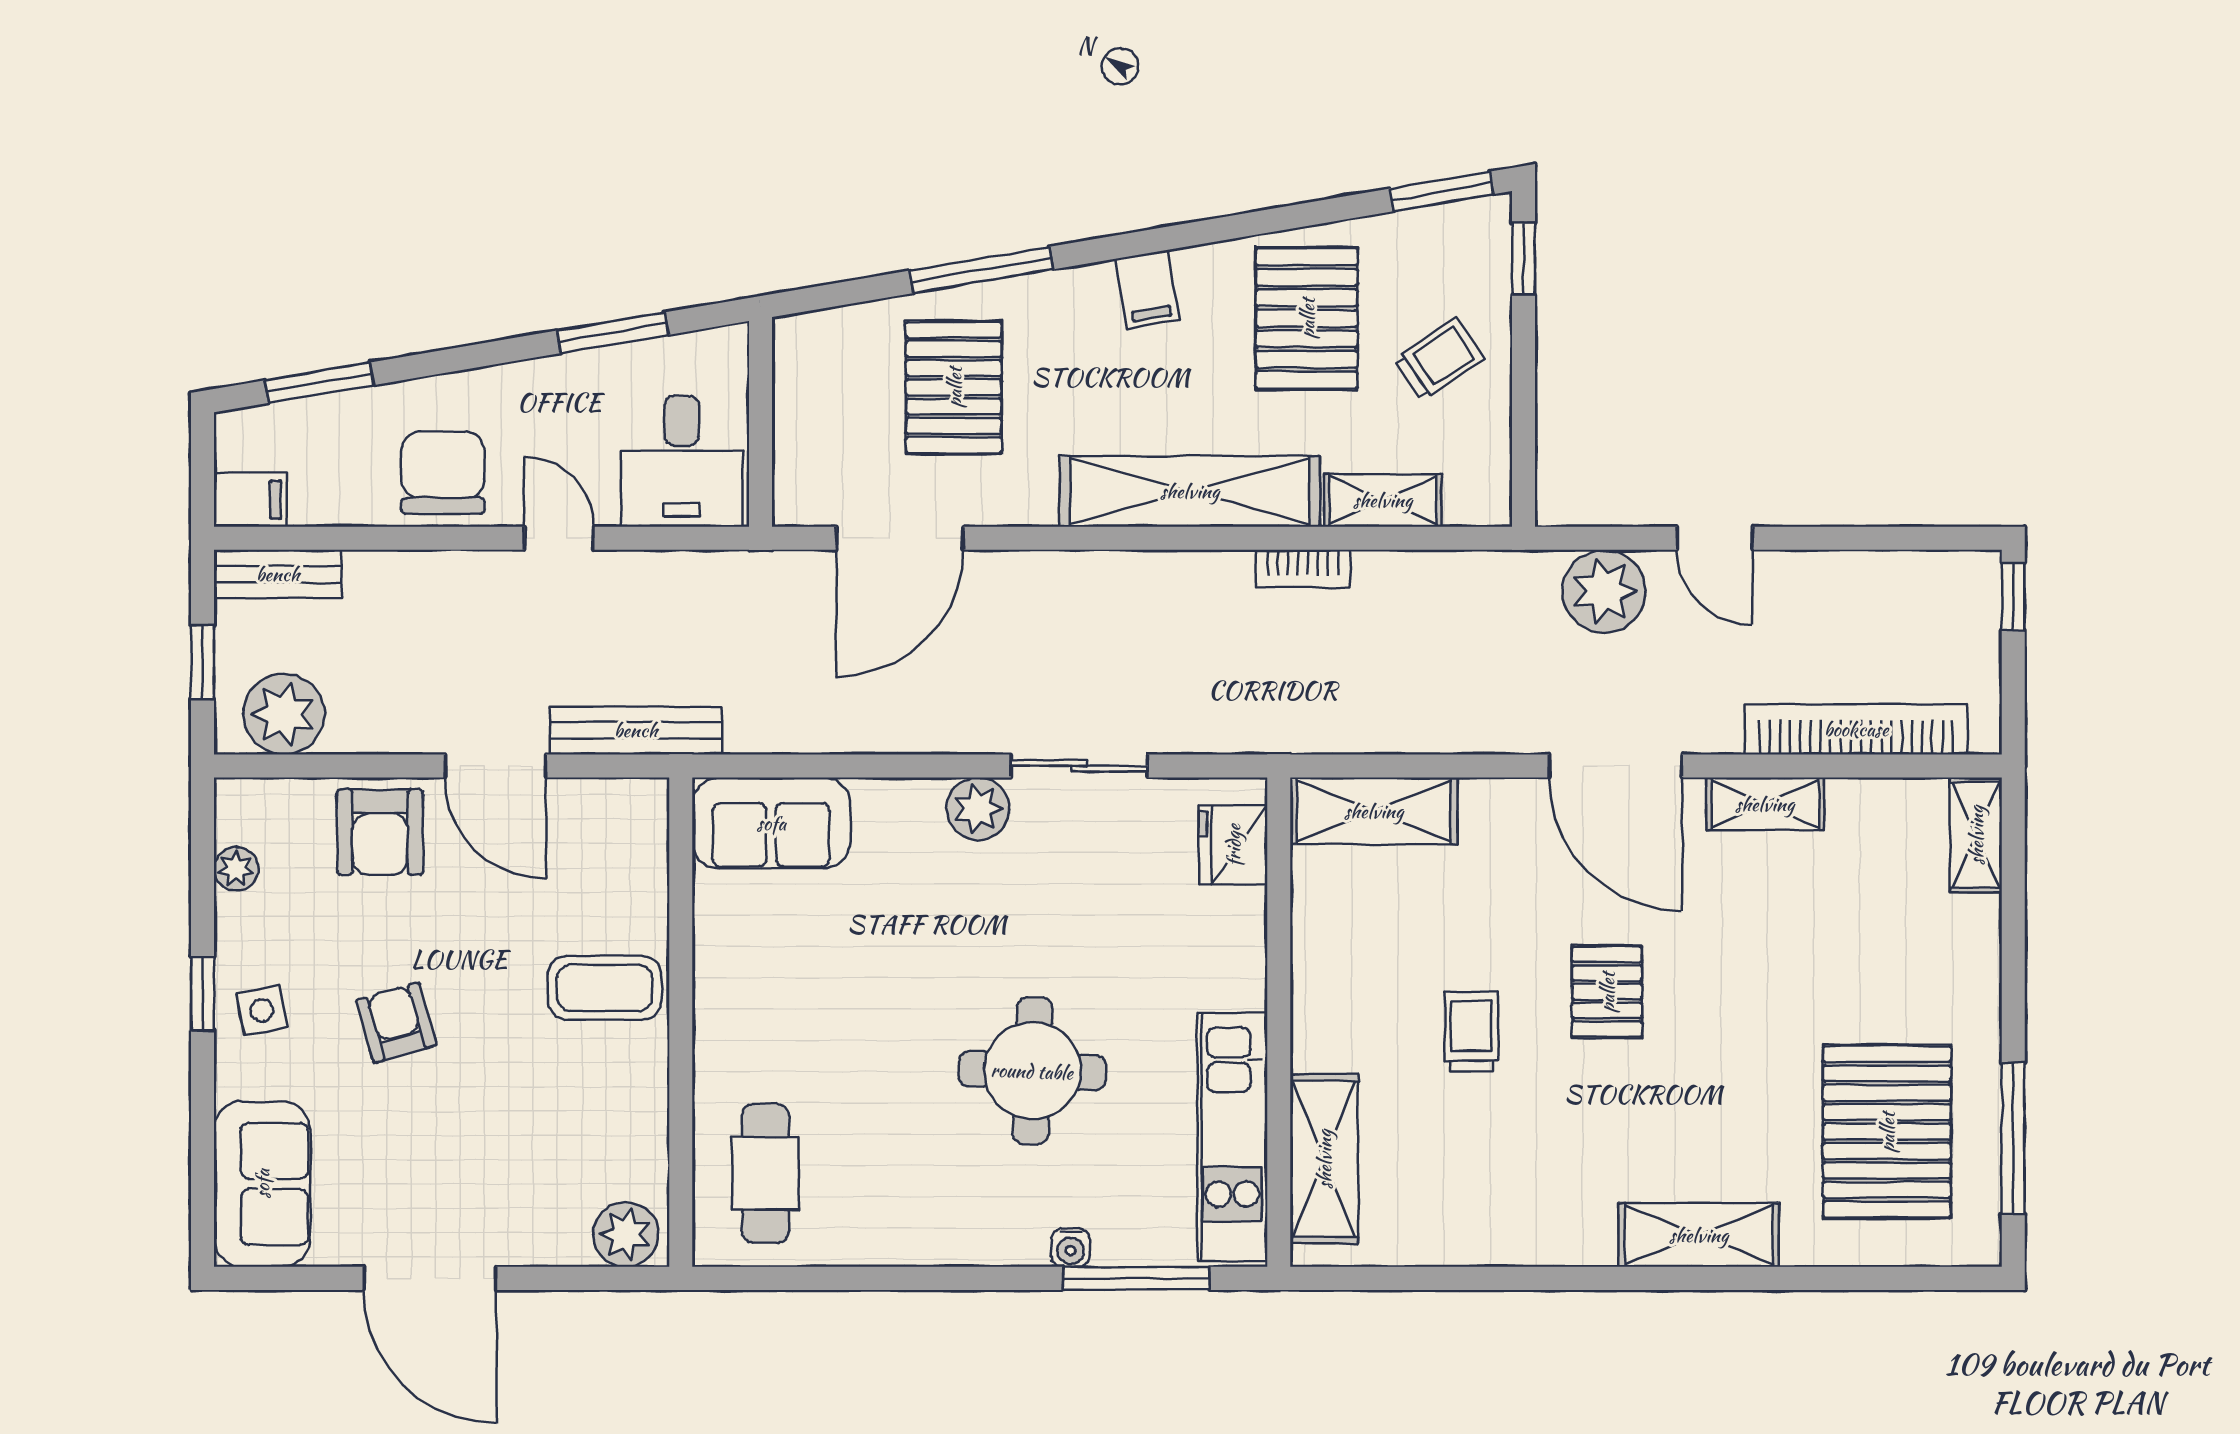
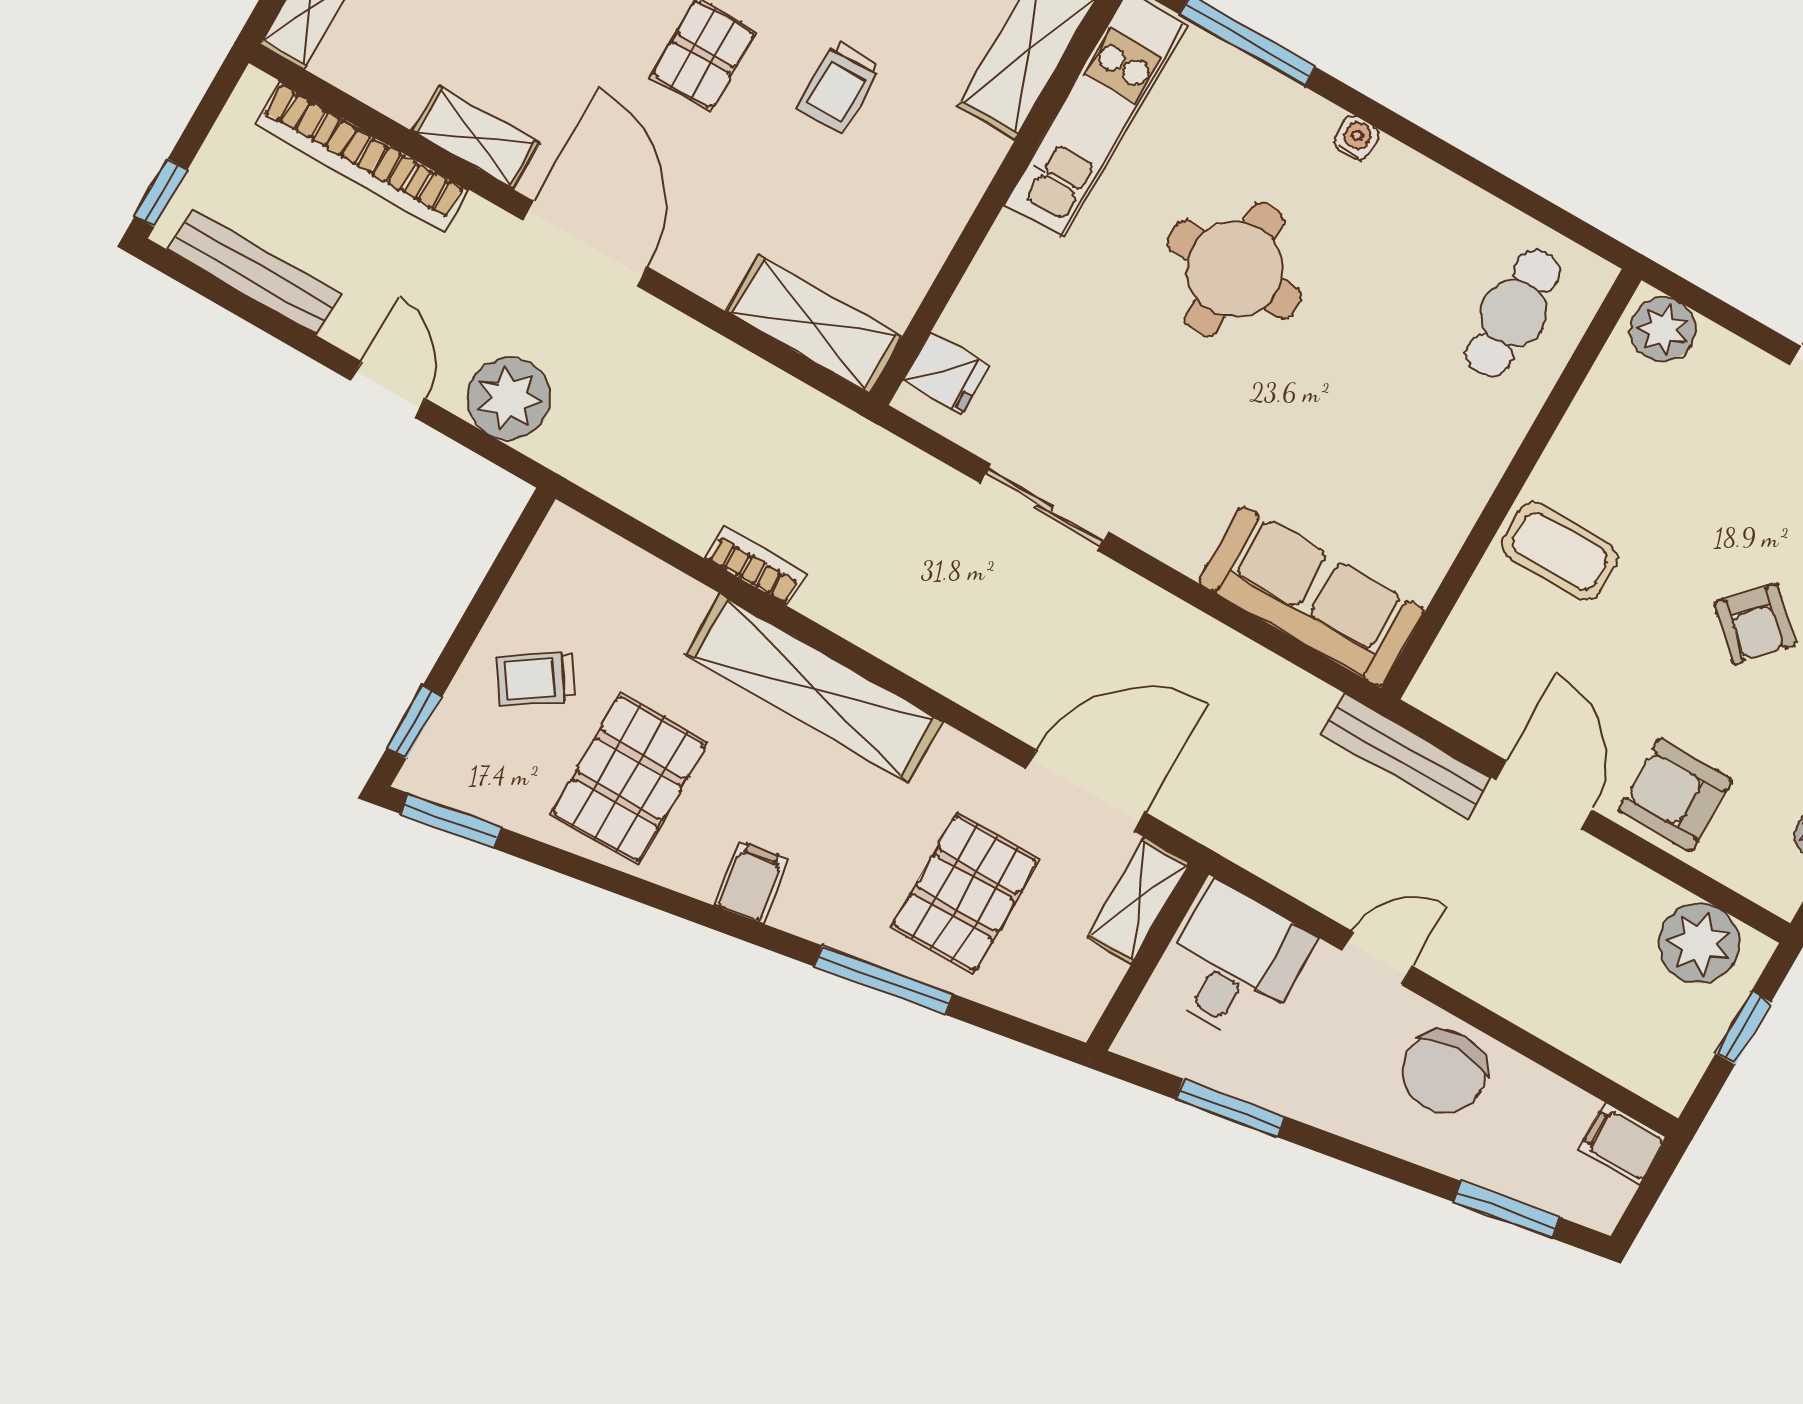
shelving: (1383, 500) -> (1138, 900), moved, turned 90
door: (559, 538) -> (1377, 958), swing flipped
bench: (278, 574) -> (255, 272), moved, width x1.36
plant: (978, 809) -> (1152, 521), removed
sofa: (771, 823) -> (1312, 596), width x1.36
armchair: (380, 832) -> (1675, 795), turned -90
fridge: (1233, 845) -> (946, 373), width x0.72
armchair: (396, 1023) -> (1755, 624), turned -31
water cooler: (1071, 1248) -> (1356, 138), moved

